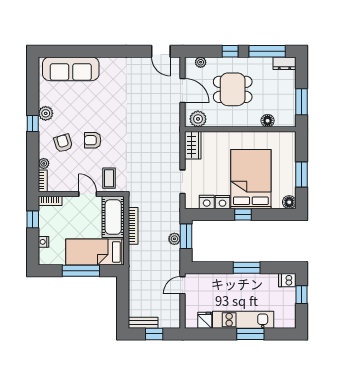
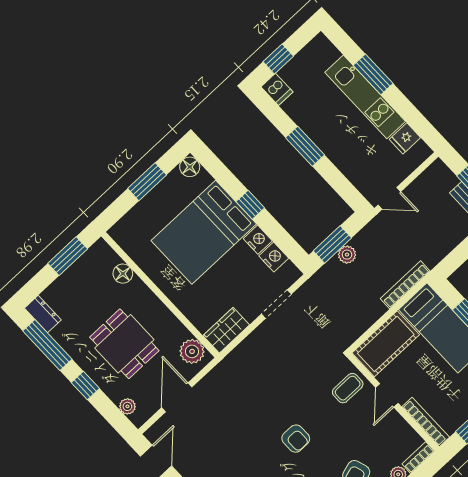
armchair: (93, 140) -> (296, 439), moved
bookcase: (50, 201) -> (426, 422), width x1.56
bookcase: (133, 226) -> (405, 285), moved

